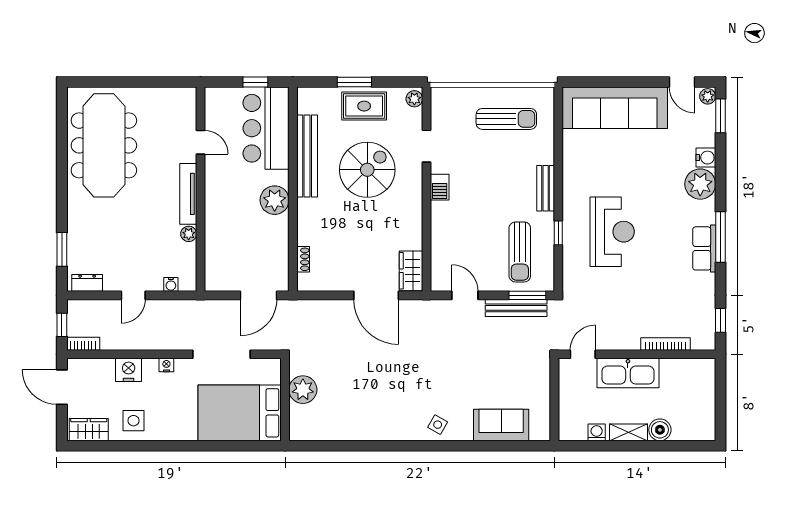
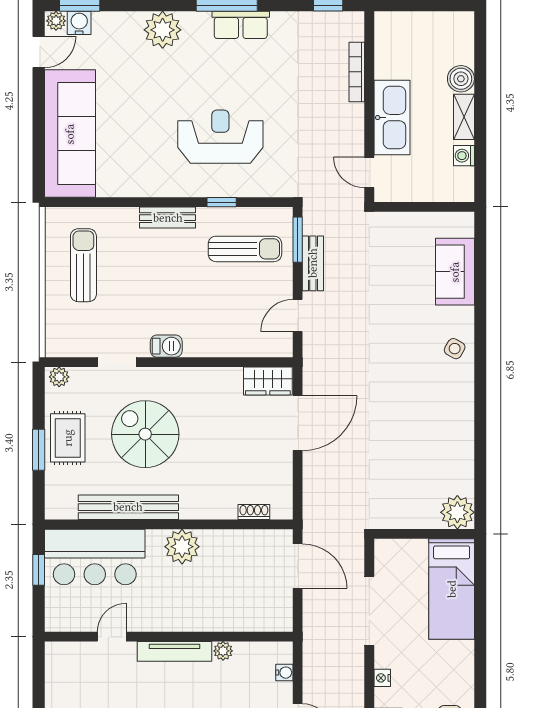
water cooler: (706, 158) -> (79, 23), moved
bench: (516, 308) -> (313, 263), width x0.73
plant: (303, 390) -> (457, 512), moved
bed: (240, 413) -> (452, 589), width x0.67

